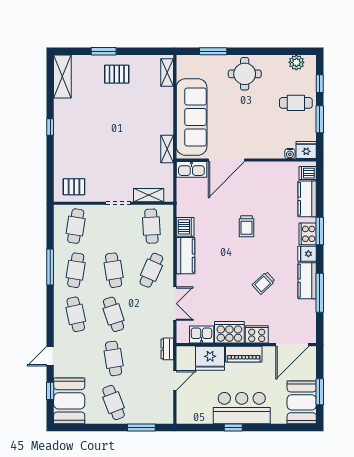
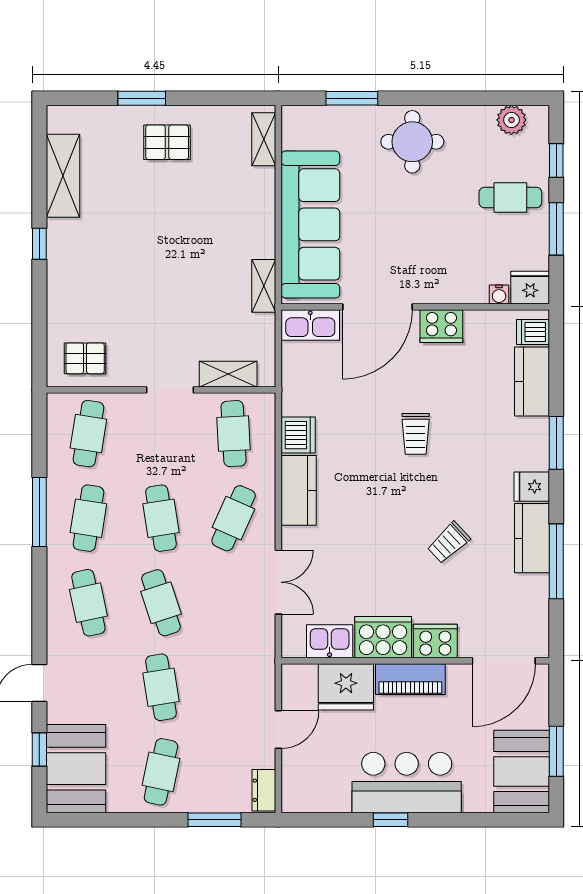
shelving: (62, 76) -> (63, 176), moved
cooker: (308, 234) -> (441, 326), moved, turned -90
dresser: (167, 349) -> (264, 790), moved
cafe table: (114, 403) -> (161, 772), turned 33

